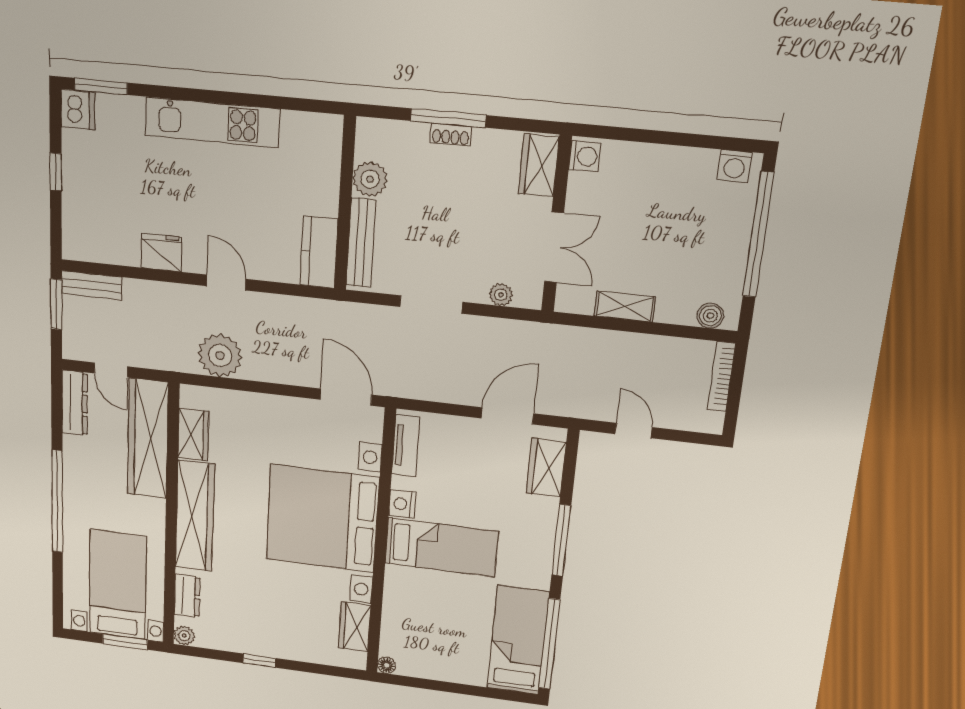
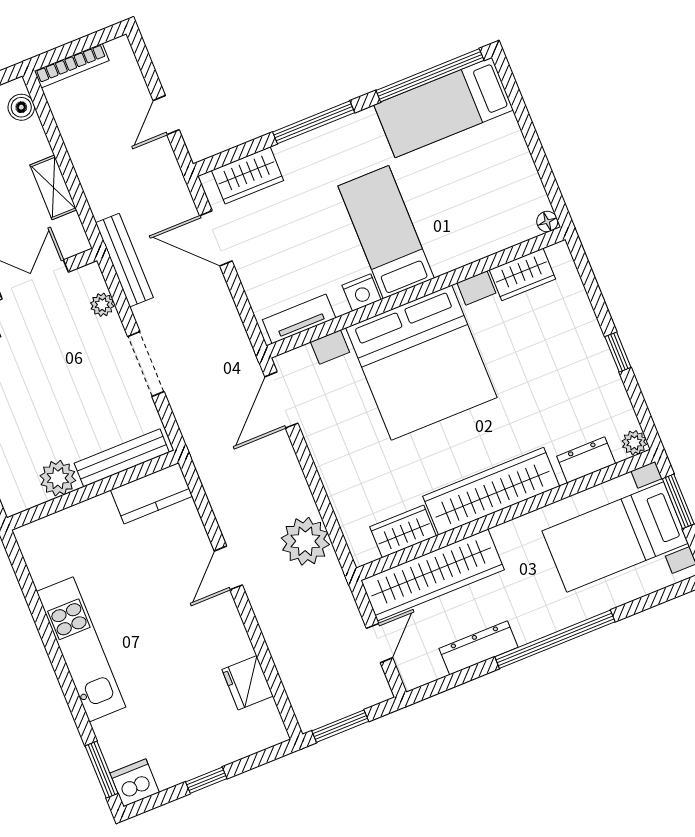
fridge: (162, 253) -> (248, 683), moved
bench: (91, 285) -> (124, 260), moved, width x1.36
dresser: (75, 403) -> (479, 648), moved

